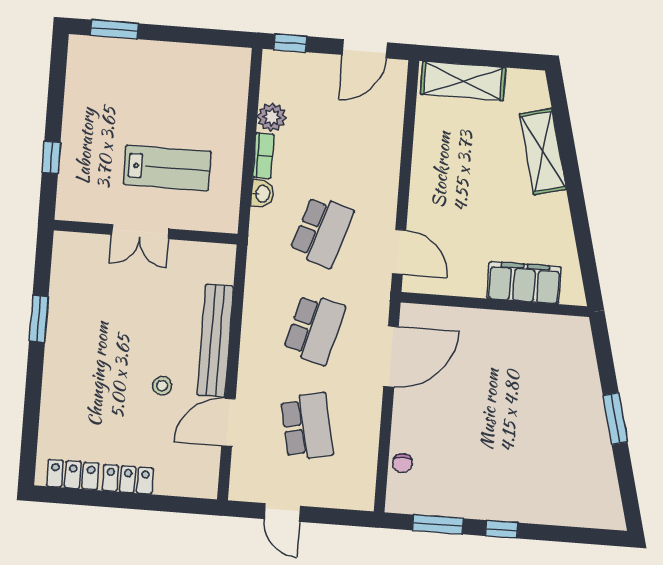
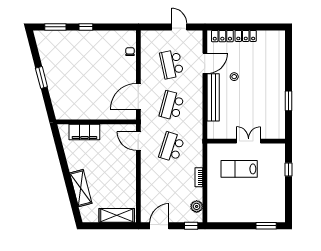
plant: (272, 117) -> (197, 206), moved
washbasin: (262, 194) -> (198, 161), removed
locker: (73, 475) -> (222, 36), moved
window: (438, 524) -> (55, 27), moved

